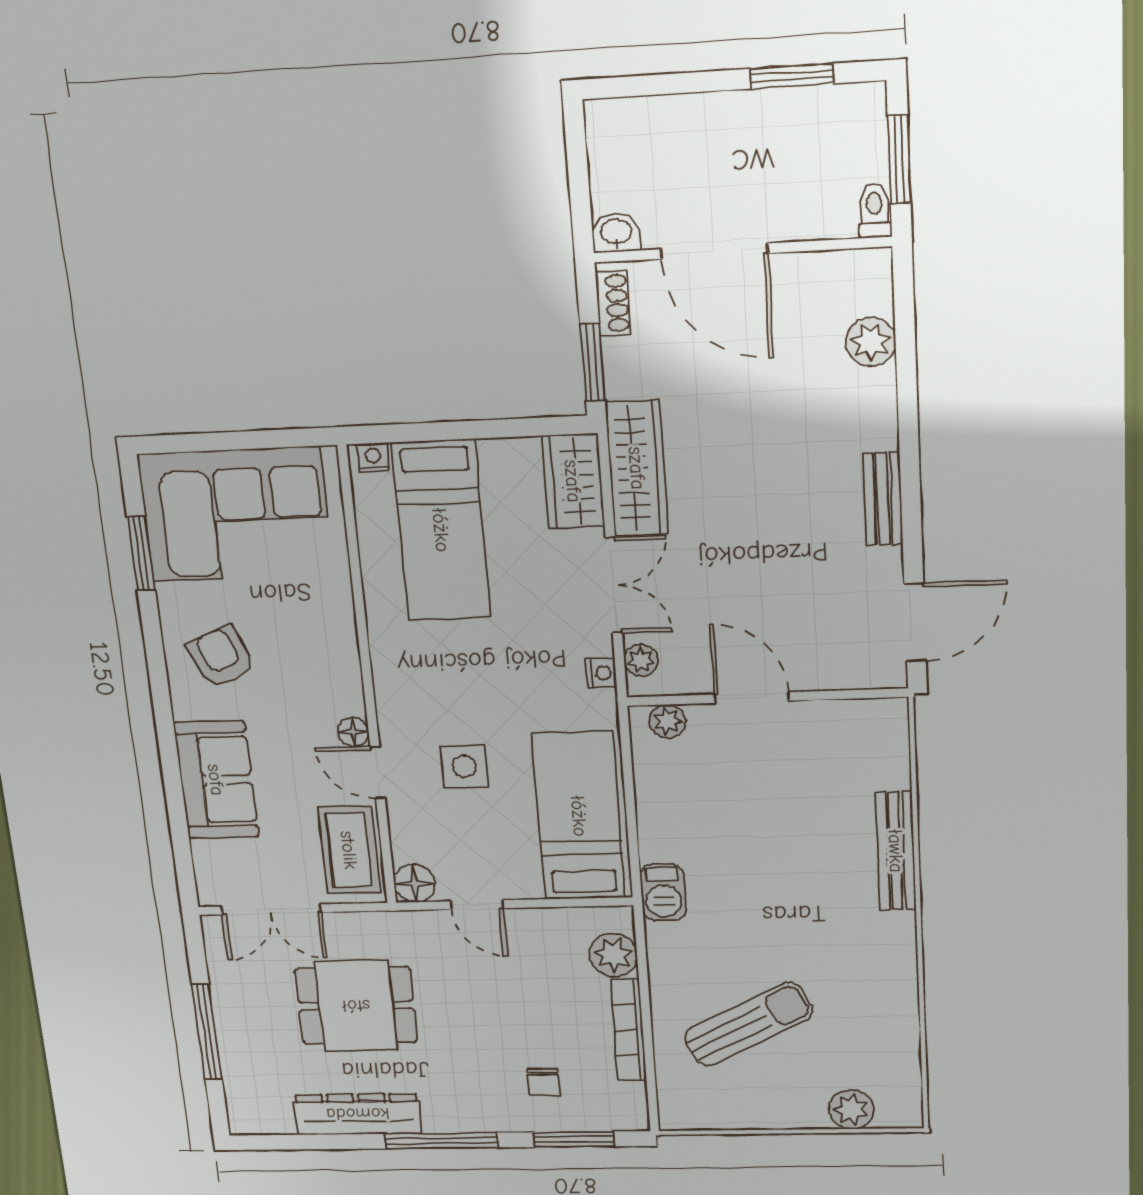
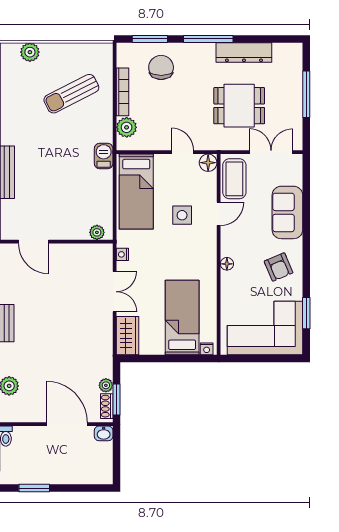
window: (592, 363) -> (116, 400), moved
wardrobe: (637, 468) -> (102, 340), removed
double door: (614, 585) -> (115, 292), swing flipped
plant: (641, 660) -> (106, 385), moved
door: (752, 698) -> (34, 242), moved
floor lamp: (353, 732) -> (227, 264), moved
door: (378, 772) -> (219, 214), hinge flipped
chair: (543, 1082) -> (161, 67), width x1.87, depth x1.87

